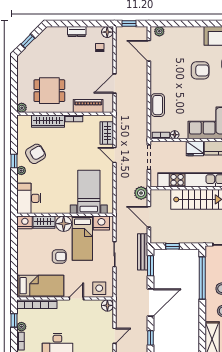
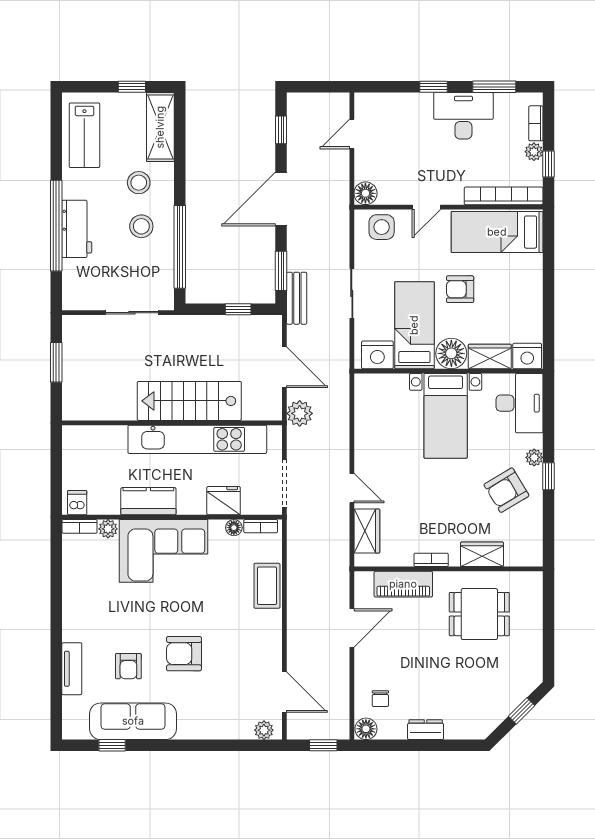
plant: (22, 108) -> (533, 581), removed
wardrobe: (48, 121) -> (482, 554), width x0.67
fridge: (195, 149) -> (224, 501), moved
bed with nightstands: (89, 192) -> (446, 416), moved
bench: (143, 252) -> (297, 298), width x0.73

